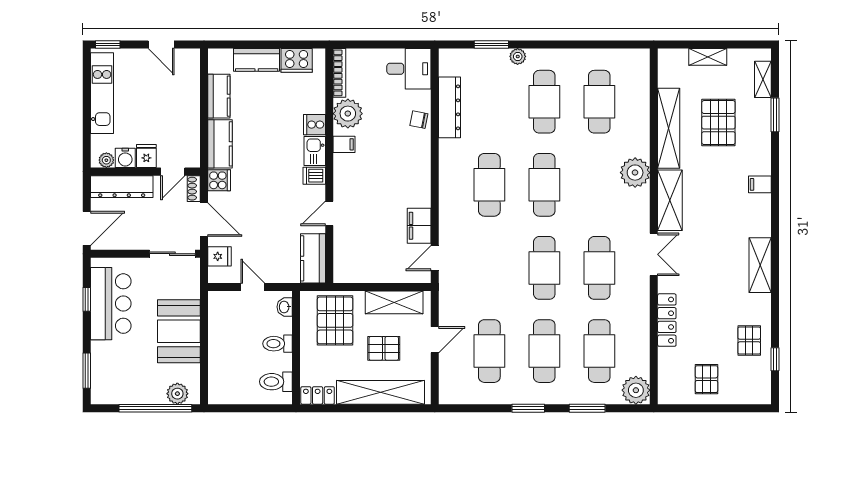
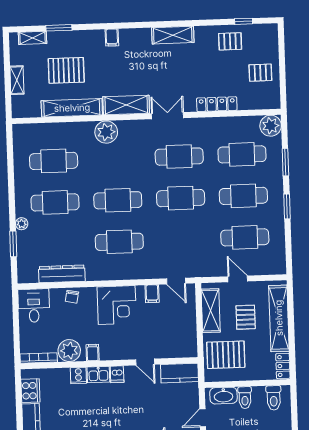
corner desk: (406, 178) -> (117, 305), added
filing cabinet: (419, 226) -> (152, 294), width x0.50
washbasin: (285, 307) -> (223, 396), width x1.91, depth x1.45

